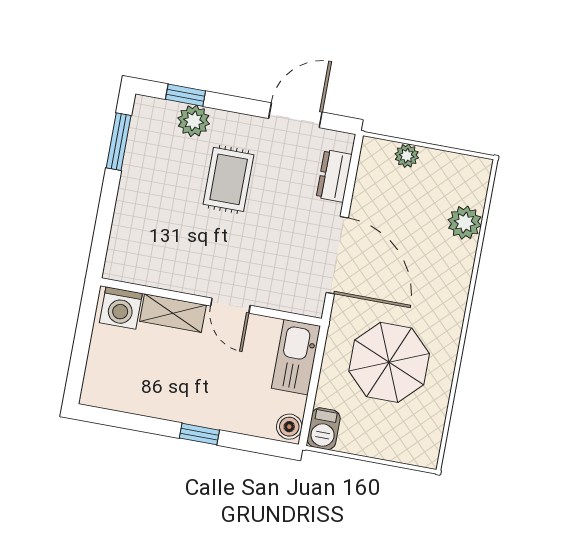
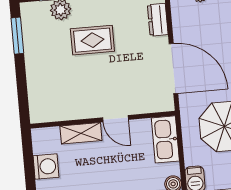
rug: (229, 179) -> (92, 40), turned 90
washing machine: (121, 308) -> (46, 167), moved, turned -90

